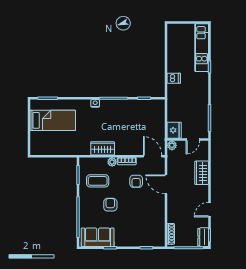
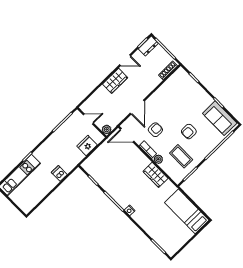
bed: (53, 120) -> (187, 211), moved
fridge: (174, 130) -> (87, 146), moved
door: (153, 156) -> (127, 135), hinge flipped
wardrobe: (202, 173) -> (115, 81), moved

